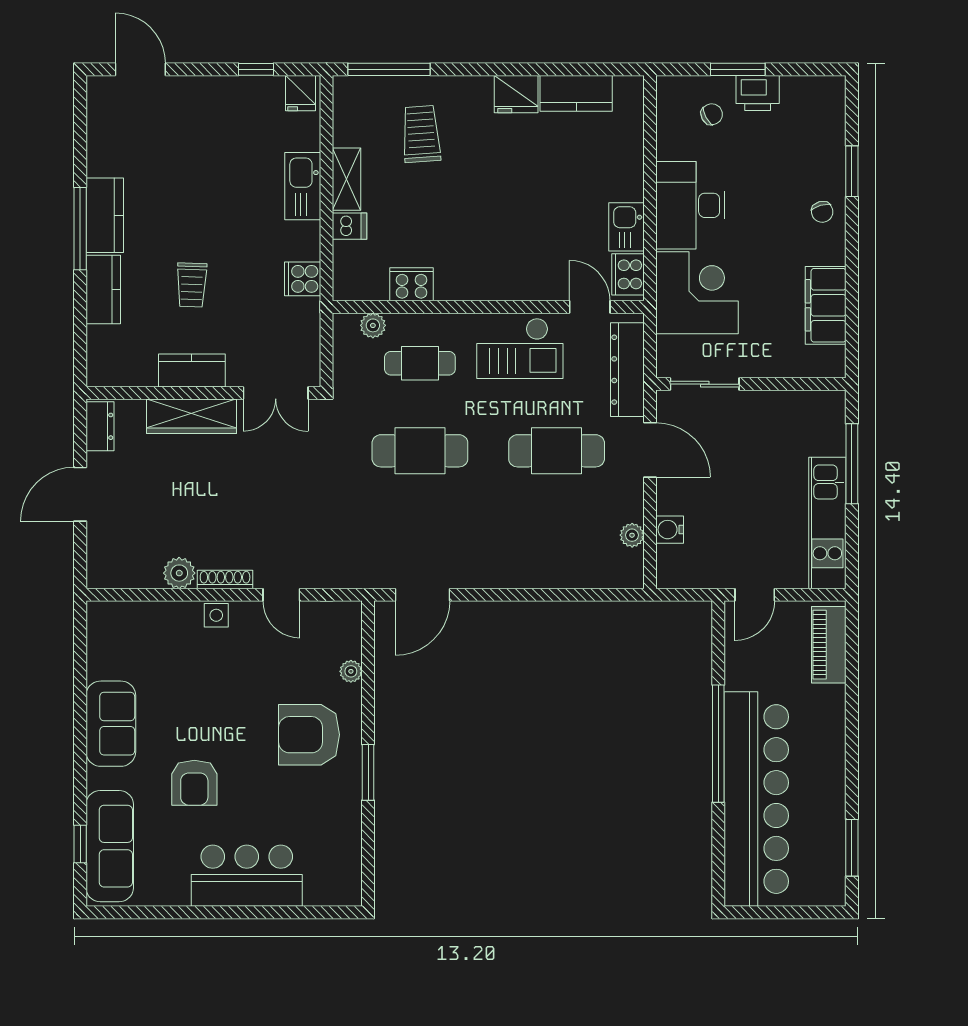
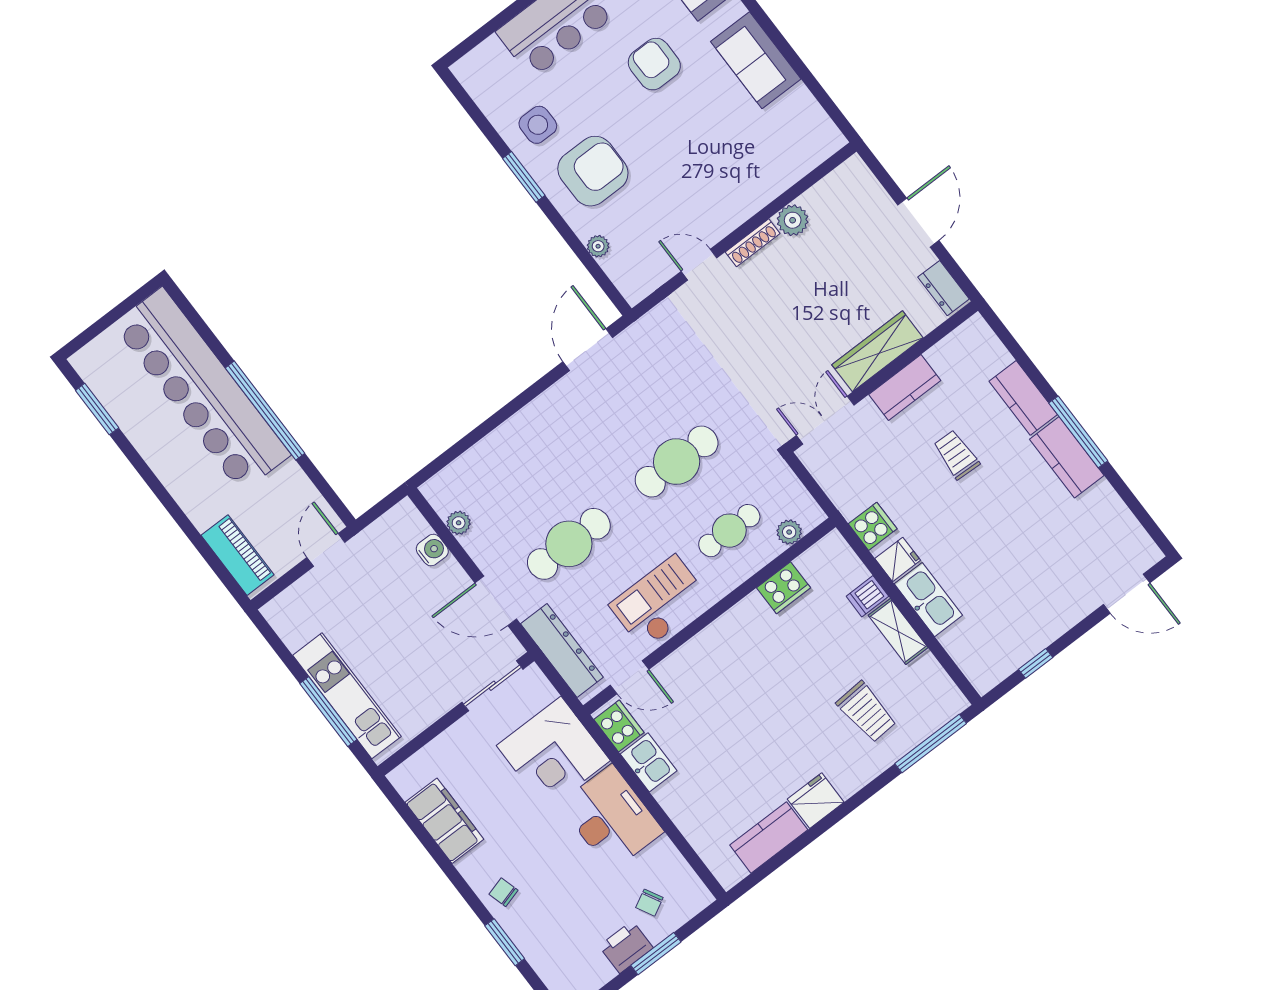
fridge: (300, 93) -> (898, 559), moved, turned 90
kitchen unit: (827, 523) -> (347, 696), moved
side table: (216, 615) -> (538, 125), moved, width x1.37, depth x1.37

